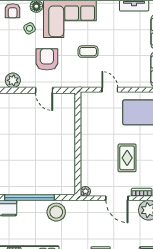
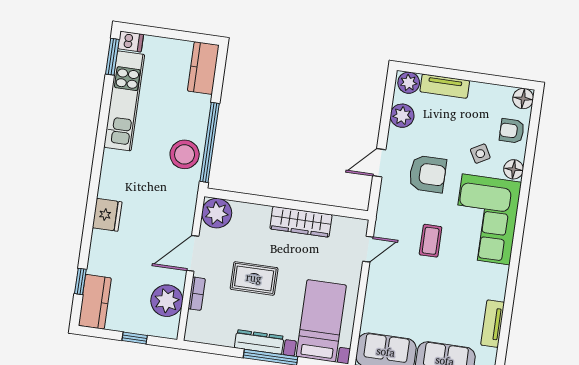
door: (110, 90) -> (368, 249), moved
wardrobe: (88, 134) -> (301, 222), added
plant: (85, 191) -> (217, 213), width x1.87, depth x1.87
window: (29, 198) -> (210, 142), moved

